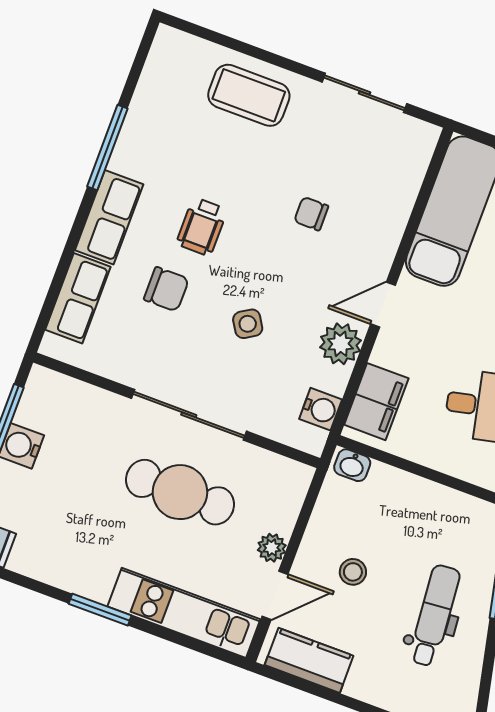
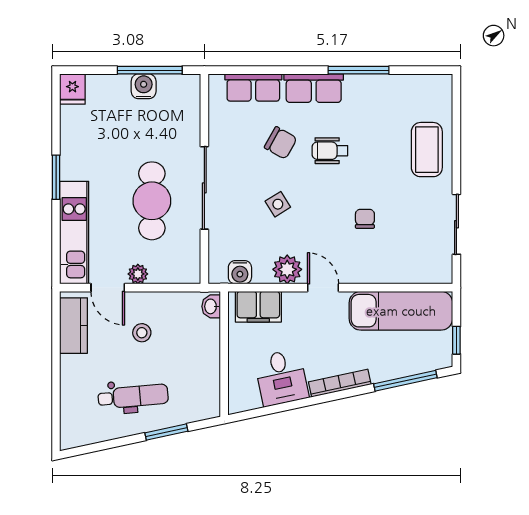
chair: (166, 289) -> (281, 143), turned -61

